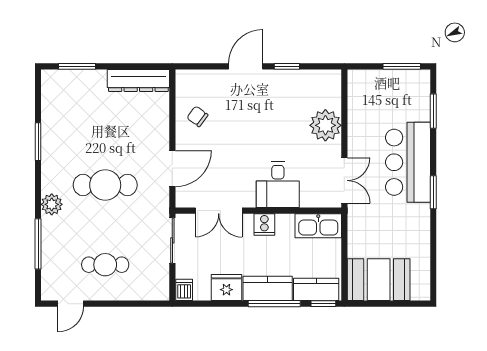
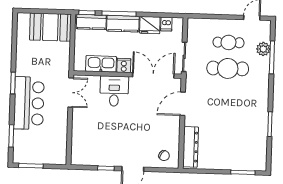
dresser: (138, 80) -> (190, 147), moved, turned 90
chair: (197, 116) -> (164, 156), moved
plant: (325, 125) -> (82, 129), removed
double door: (344, 180) -> (71, 93), swing flipped
cafe table: (105, 185) -> (228, 68), moved
plant: (52, 204) -> (263, 49), moved
double door: (219, 211) -> (153, 75), width x1.37
kitchen sink: (318, 226) -> (101, 64), moved
dishwasher: (184, 290) -> (166, 24), moved

